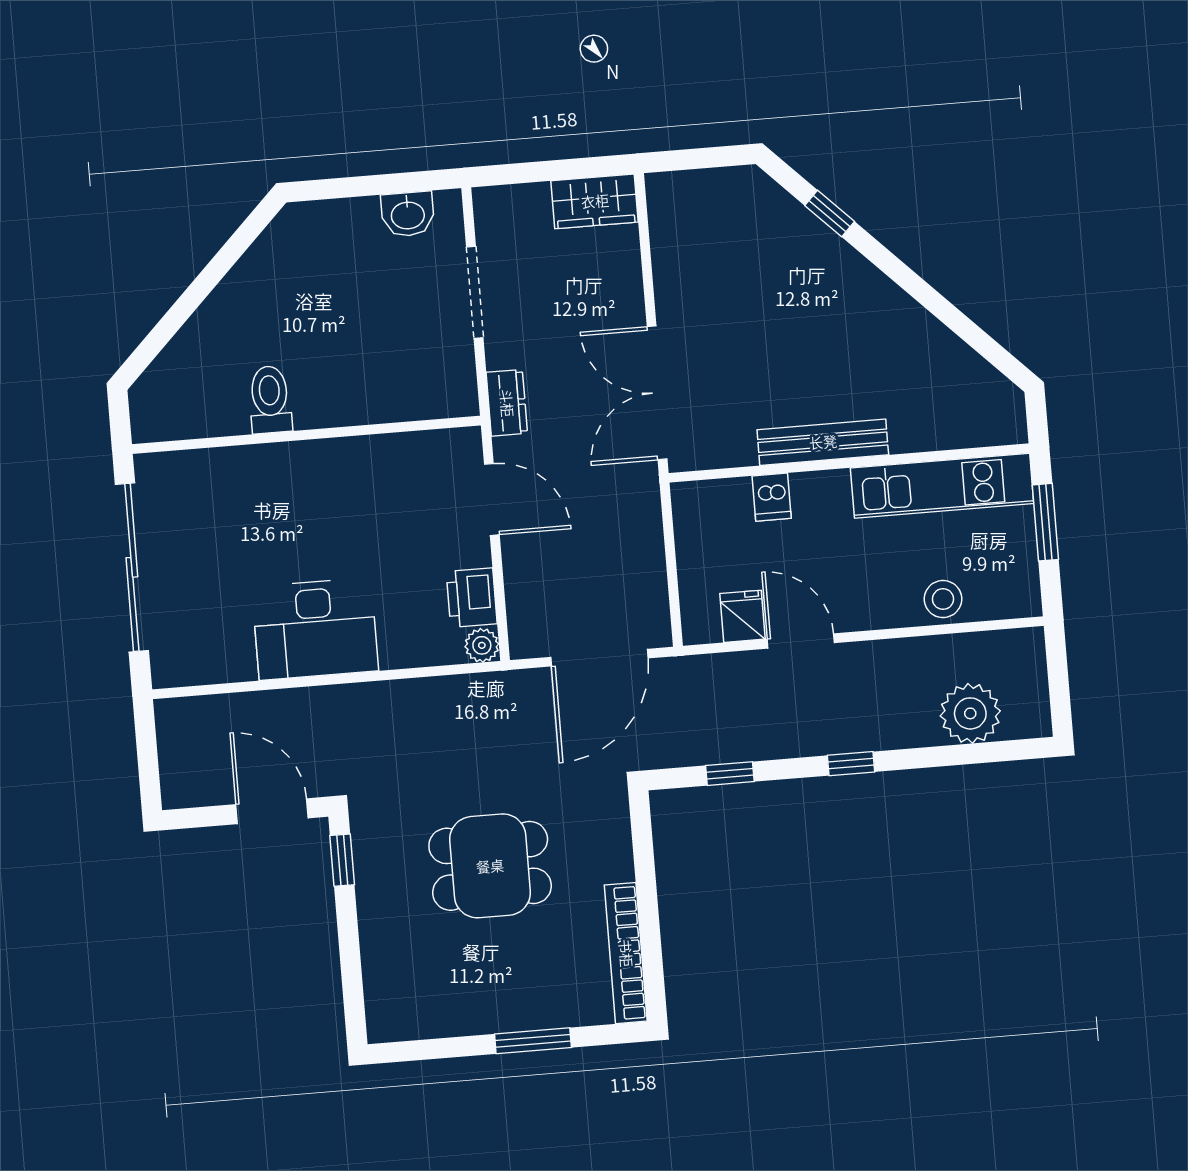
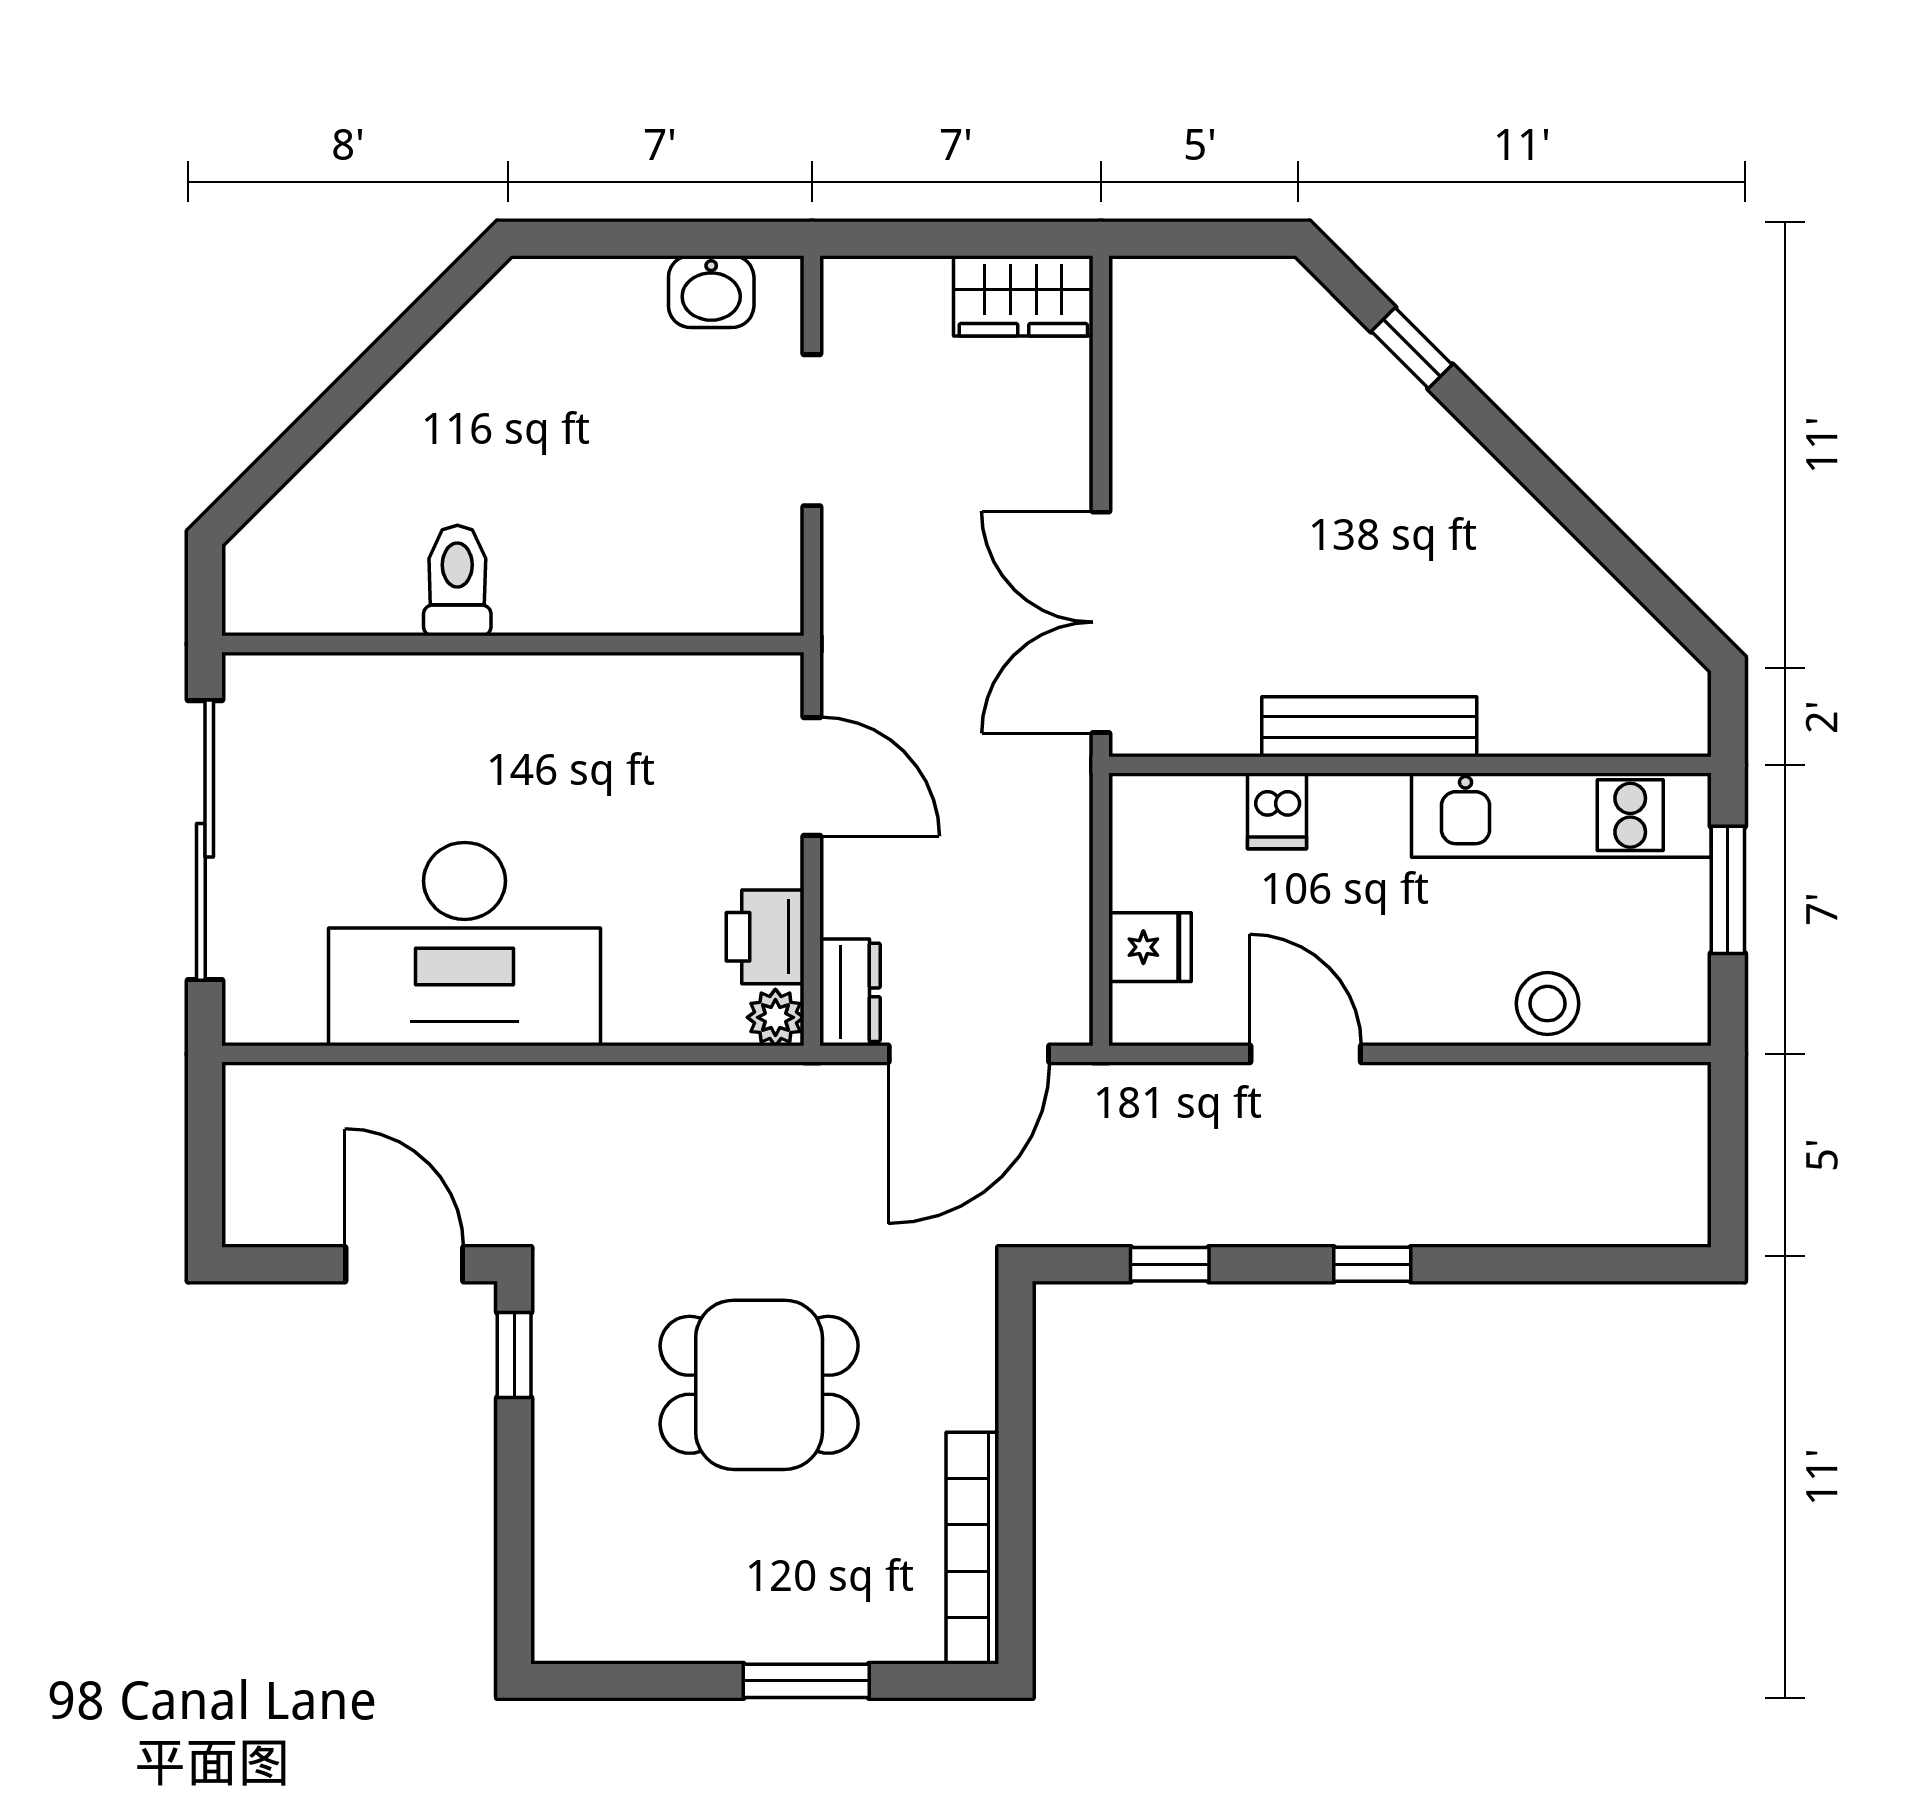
dresser: (507, 403) -> (850, 992), moved
fridge: (743, 616) -> (1150, 947), moved, turned 90
desk: (315, 629) -> (465, 944), width x1.36, depth x1.30
plant: (970, 713) -> (1577, 1197), removed

